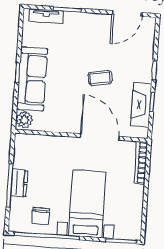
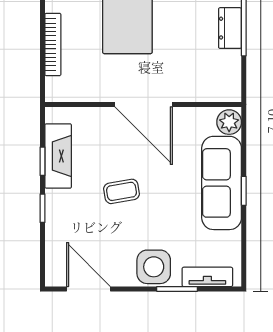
door: (127, 14) -> (88, 289), hinge flipped
side table: (82, 25) -> (154, 267), added
door: (100, 137) -> (144, 104), moved
bookcase: (141, 163) -> (53, 44), moved

